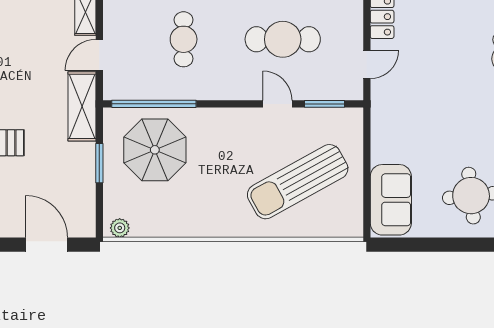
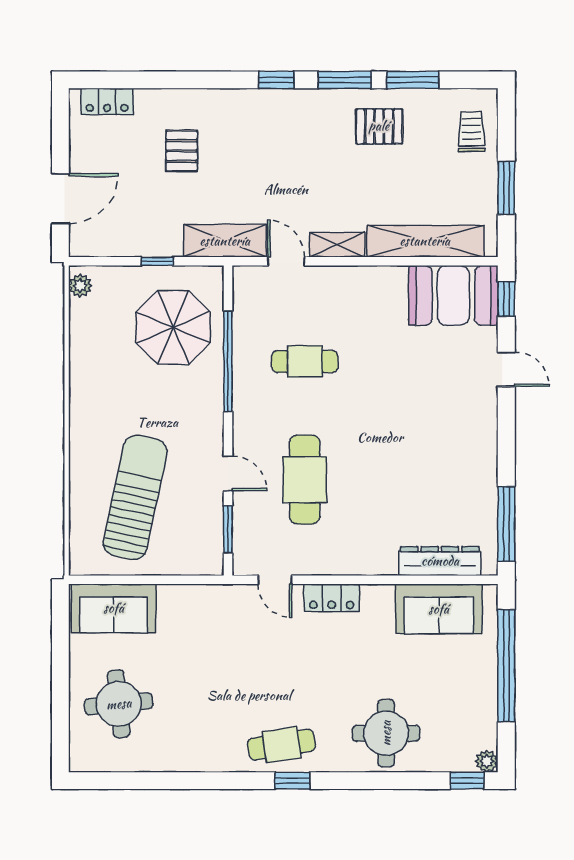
window: (154, 104) -> (228, 361), moved
door: (277, 104) -> (228, 473), hinge flipped
window: (99, 163) -> (157, 261), width x0.67
sun lounger: (298, 182) -> (135, 497), turned 41

